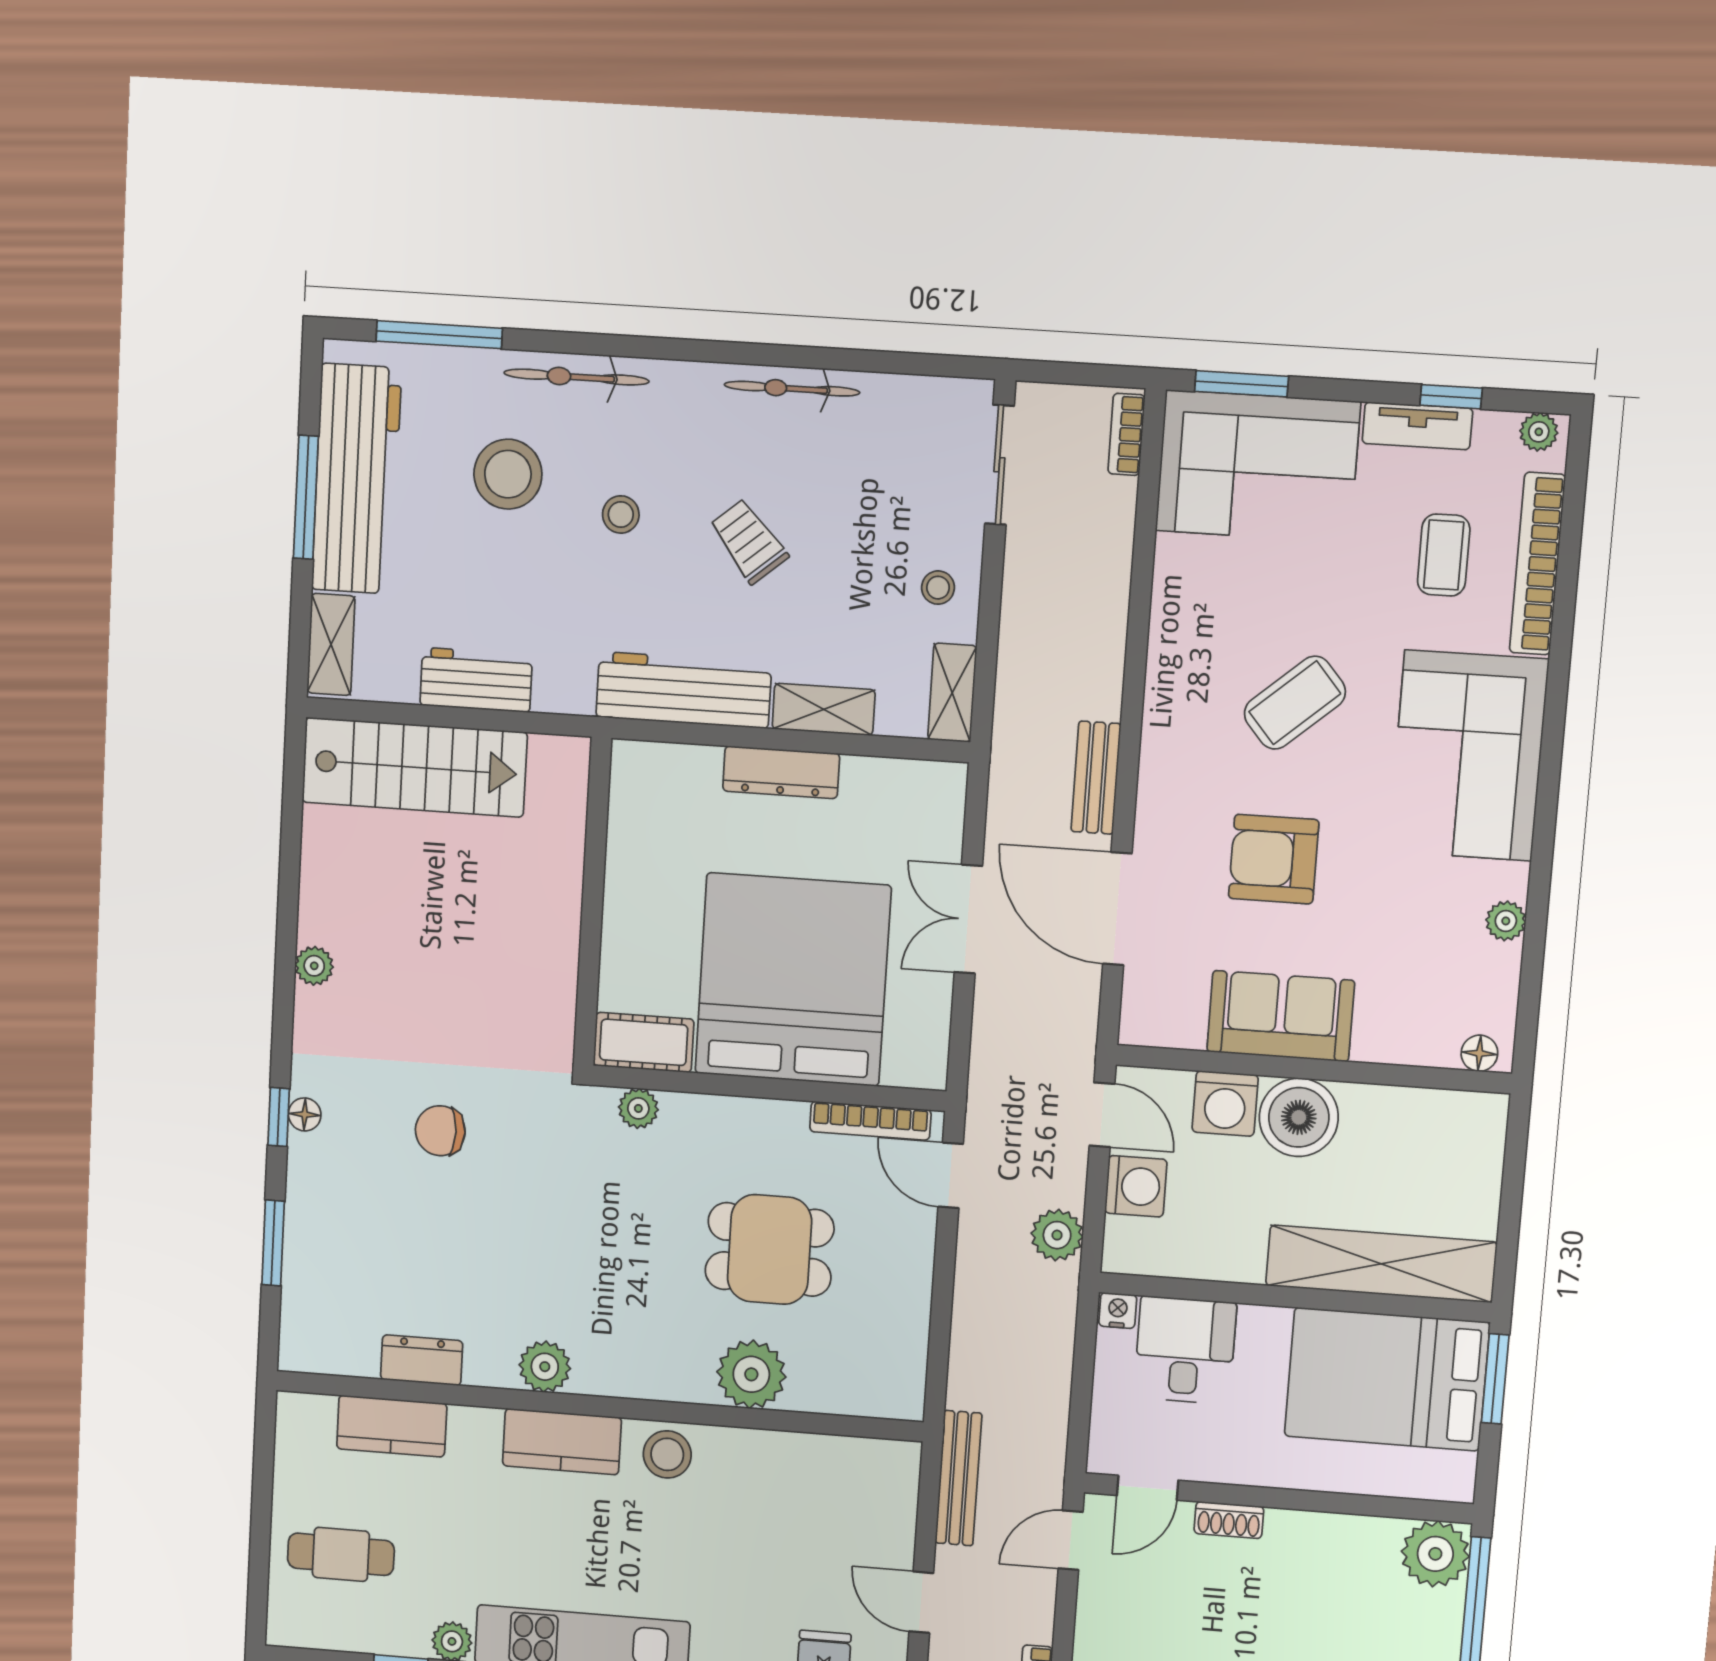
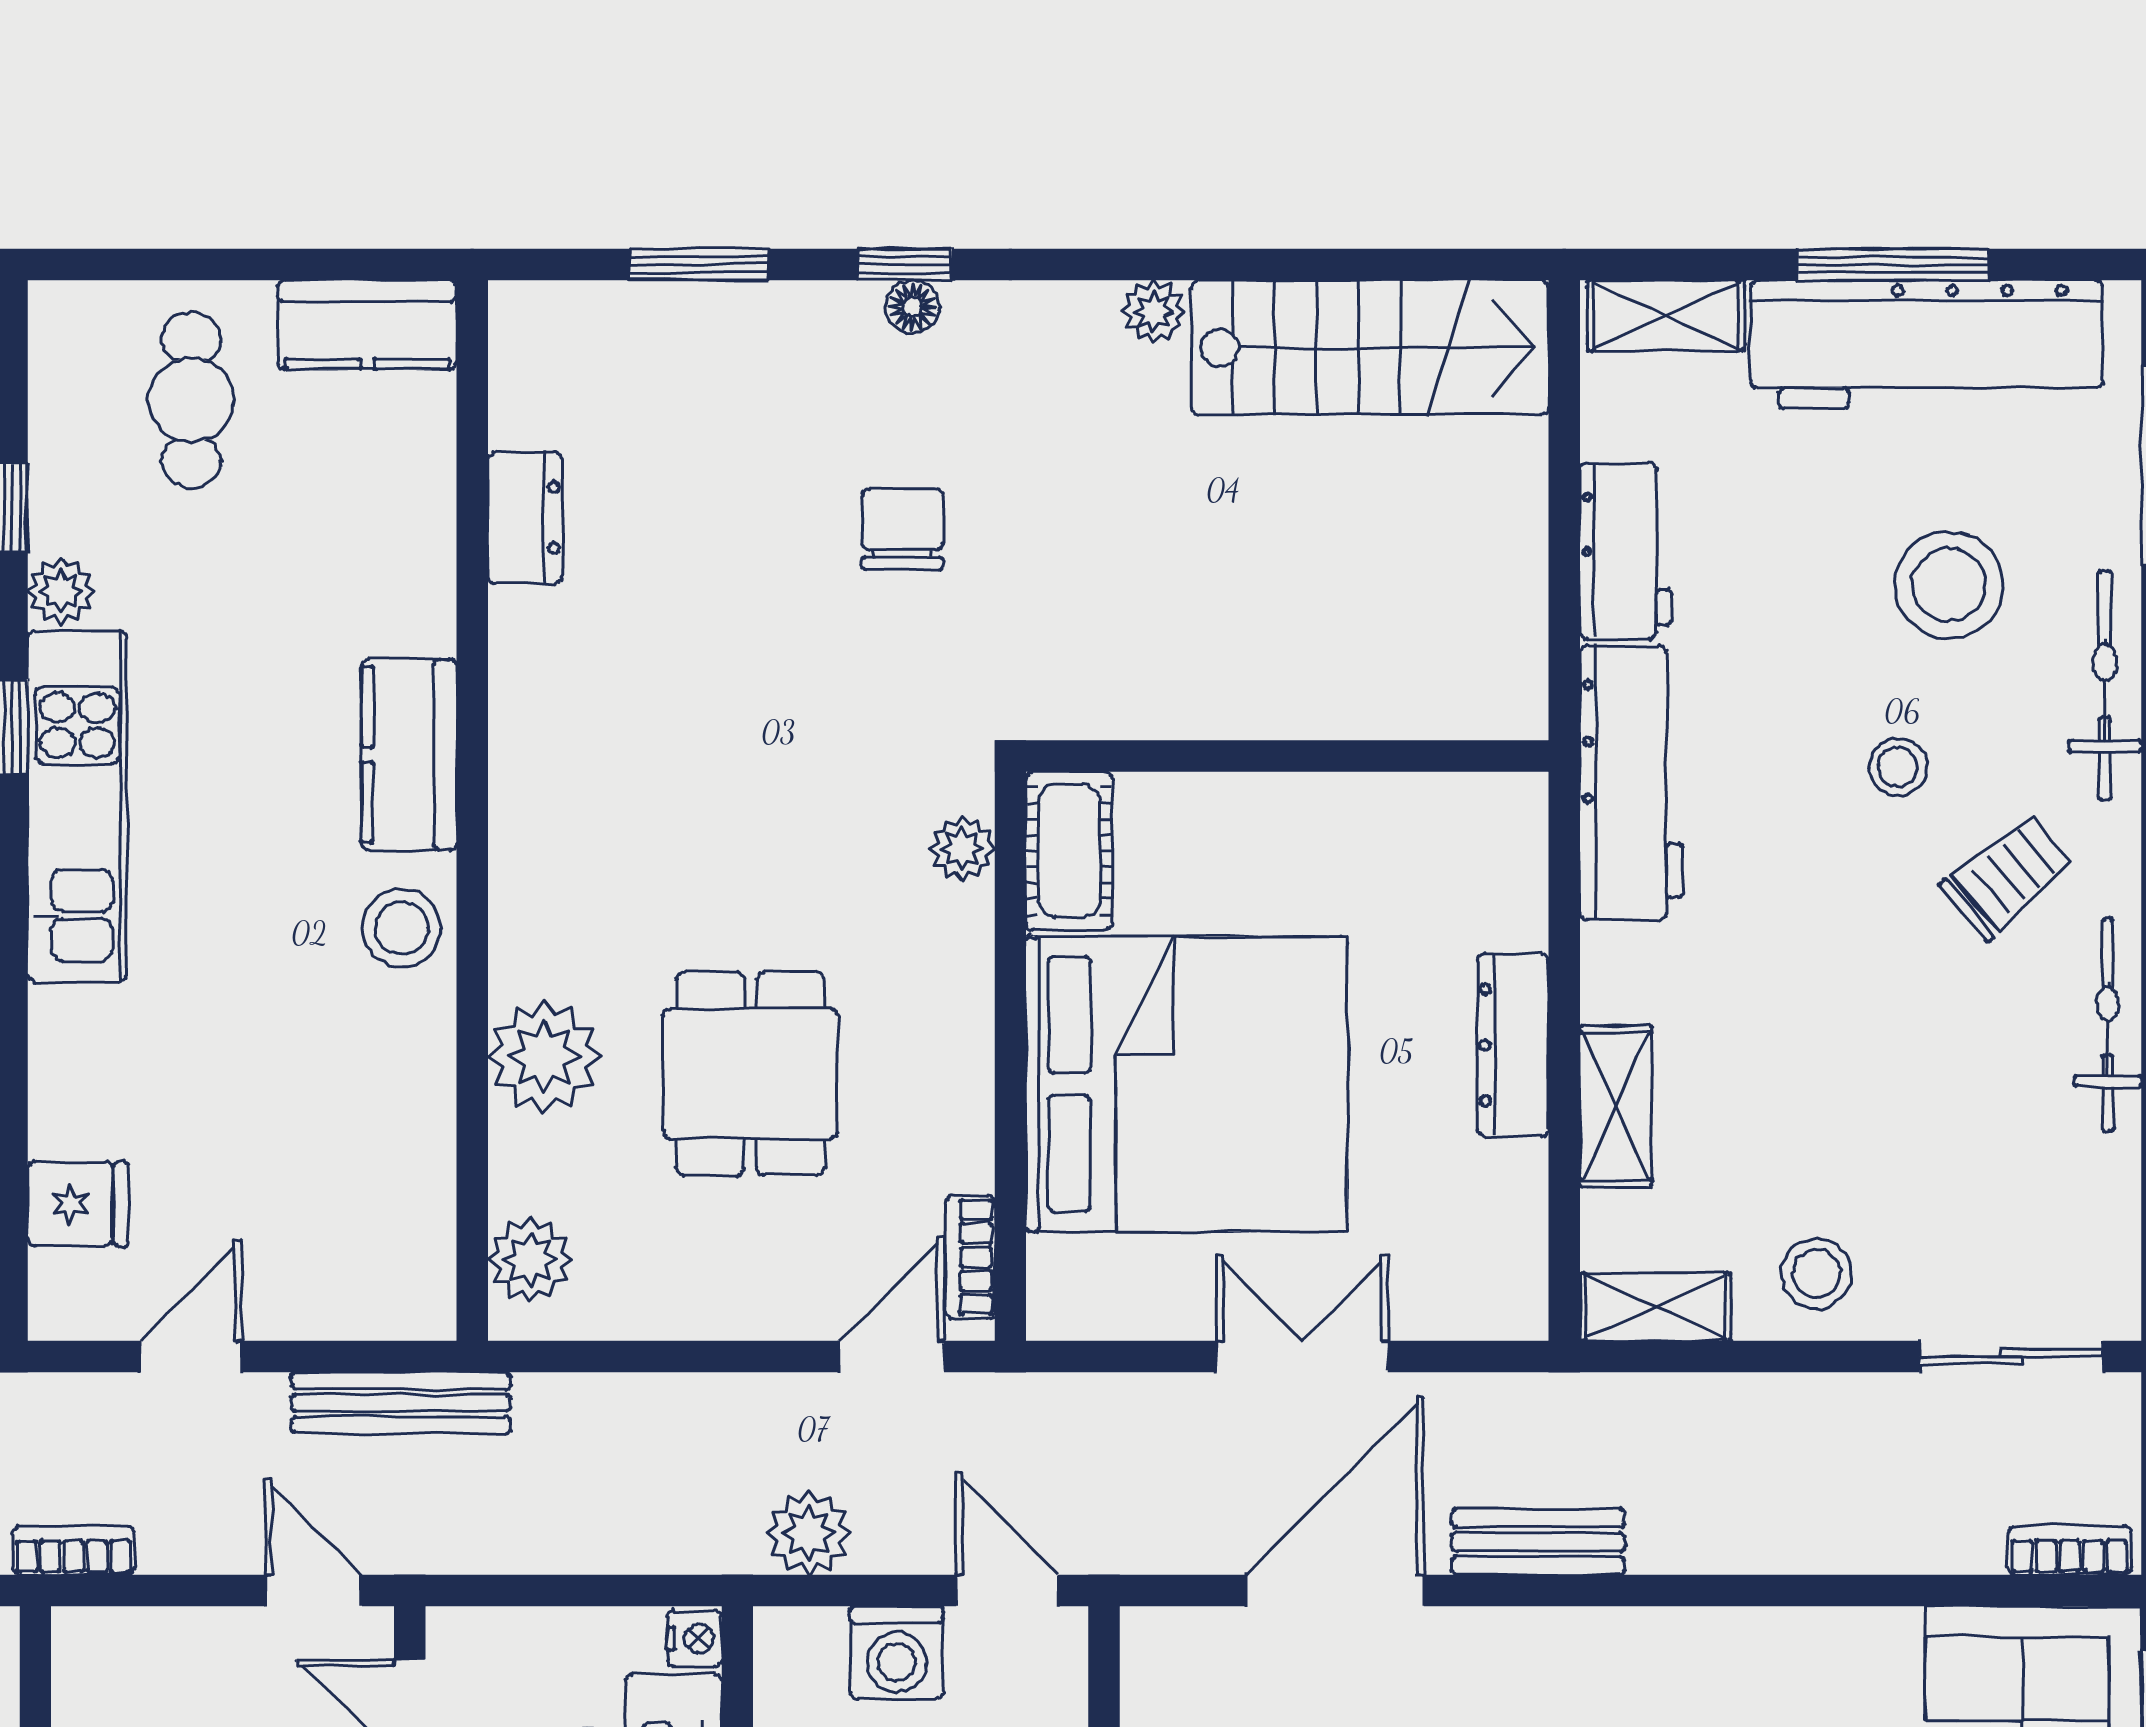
trolley: (749, 541) -> (2007, 877), moved
stool: (938, 588) -> (1817, 1274), width x1.37, depth x1.37
workbench: (684, 690) -> (1631, 783), moved
stairs: (414, 767) -> (1370, 348), moved, turned -90
door: (1102, 1115) -> (1007, 1591), swing flipped
bookcase: (870, 1121) -> (970, 1257), width x0.64
plant: (545, 1367) -> (530, 1260), moved
kitchen counter: (392, 1426) -> (367, 325), moved, turned -90

